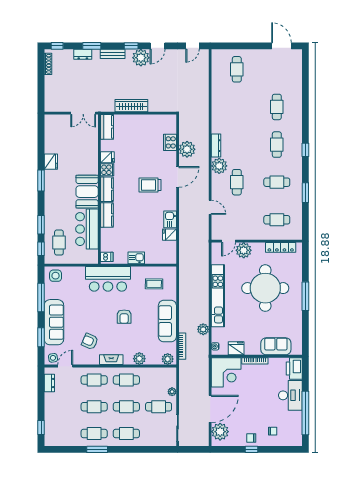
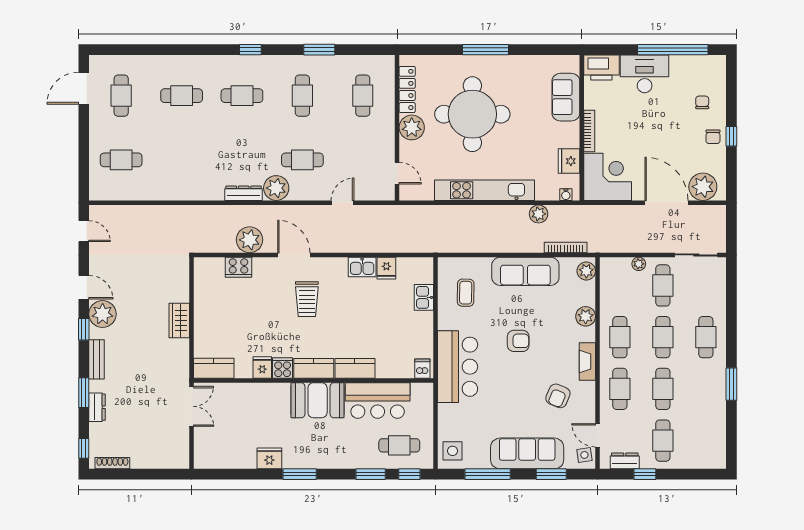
cafe table: (277, 69) -> (121, 96), added
wardrobe: (131, 106) -> (179, 321), width x0.67
plant: (244, 250) -> (412, 127), moved
kitchen sink: (136, 258) -> (424, 297), moved
window: (41, 428) -> (645, 474), moved
cafe table: (94, 433) -> (663, 441), moved

